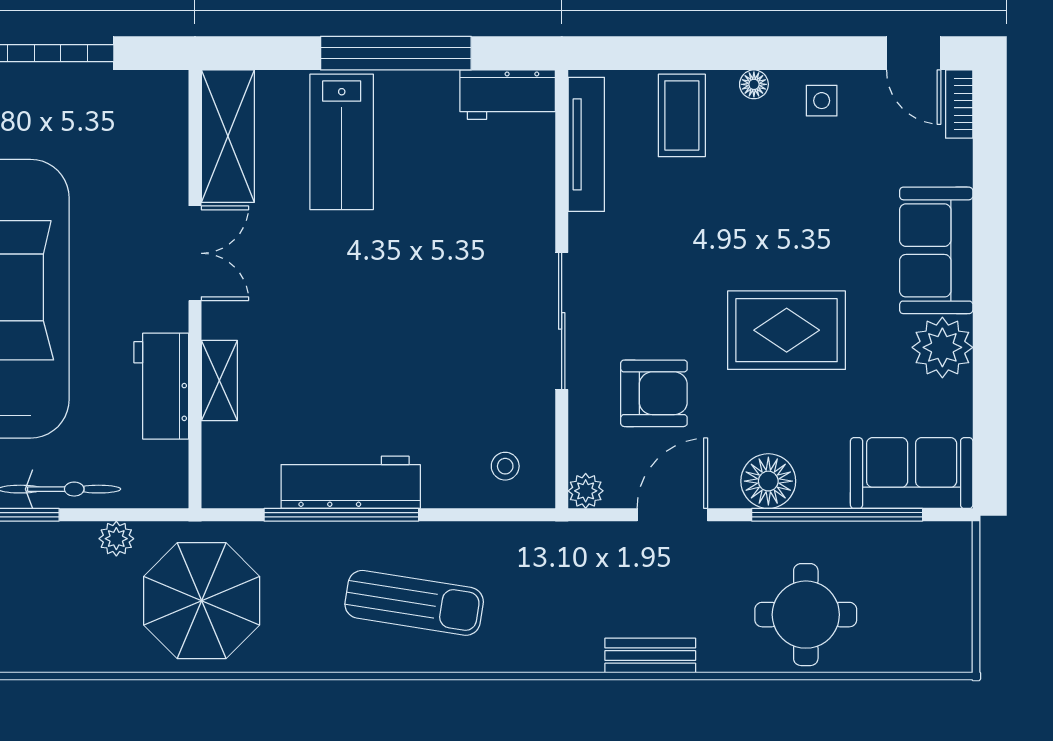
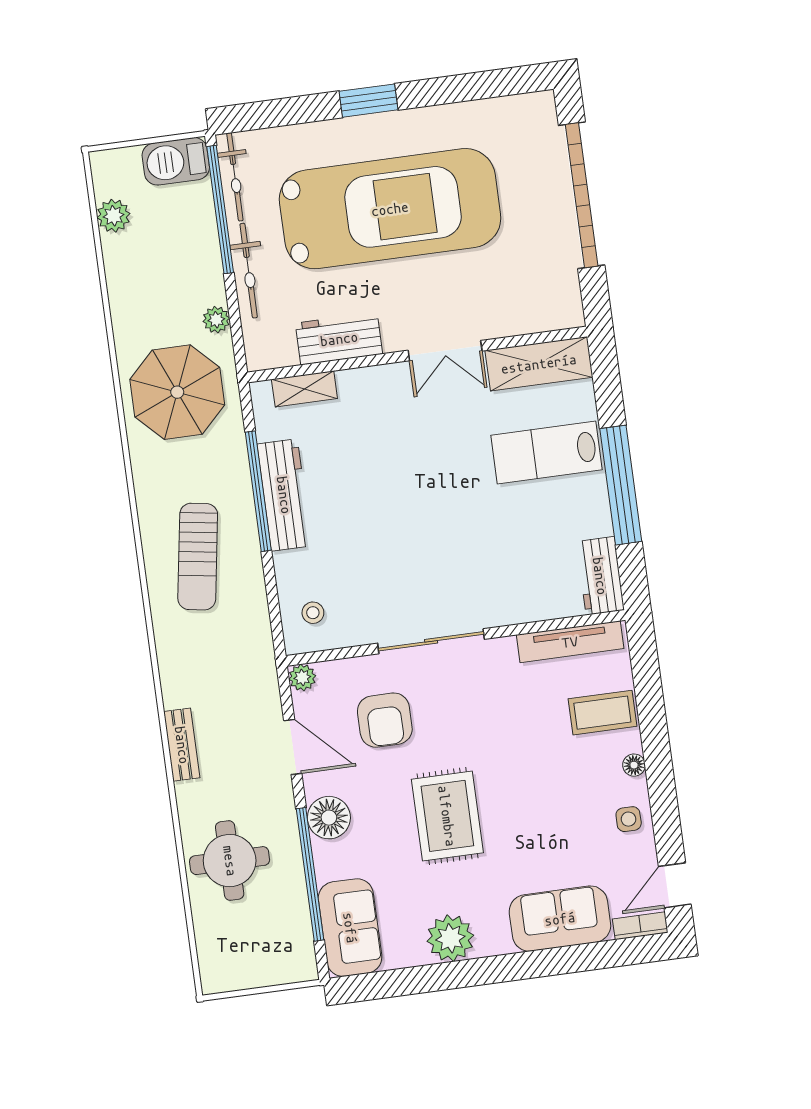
sofa: (936, 250) -> (560, 919), moved
shelving: (219, 381) -> (304, 389), moved

